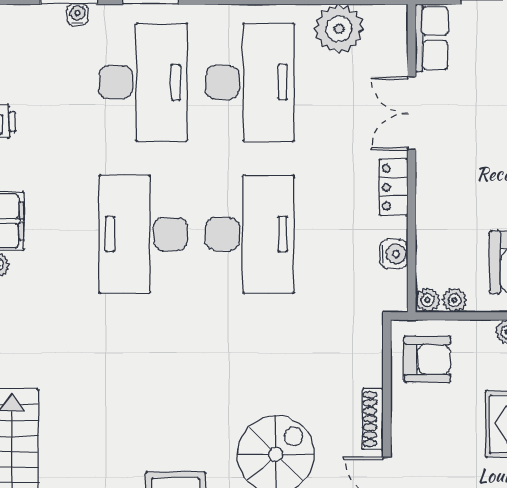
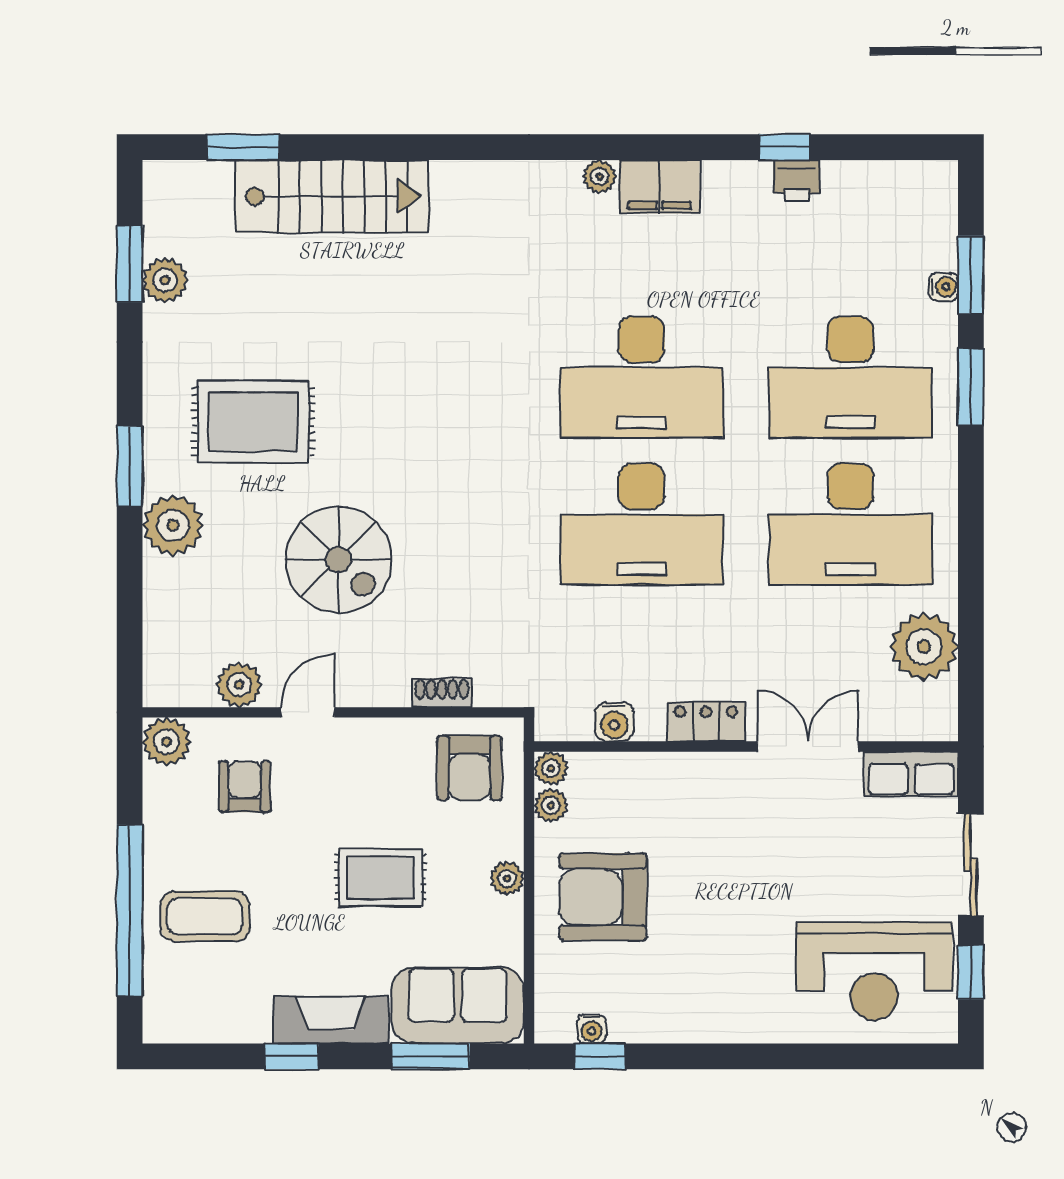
desk: (143, 234) -> (642, 377), turned 180
shoe rack: (373, 419) -> (442, 693), moved, width x0.70

